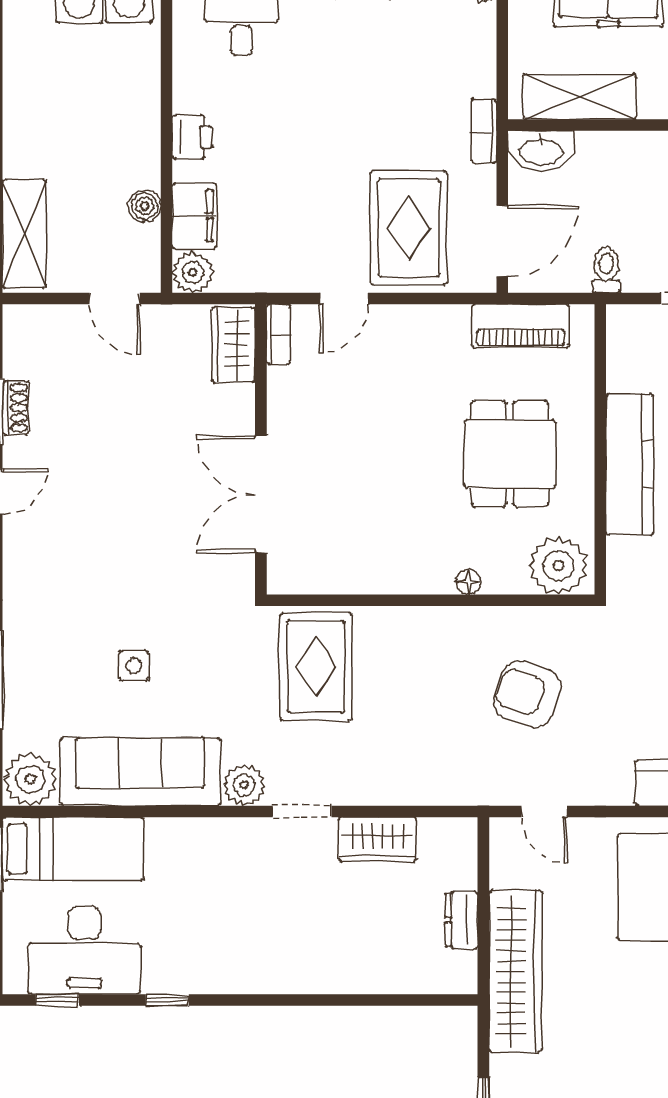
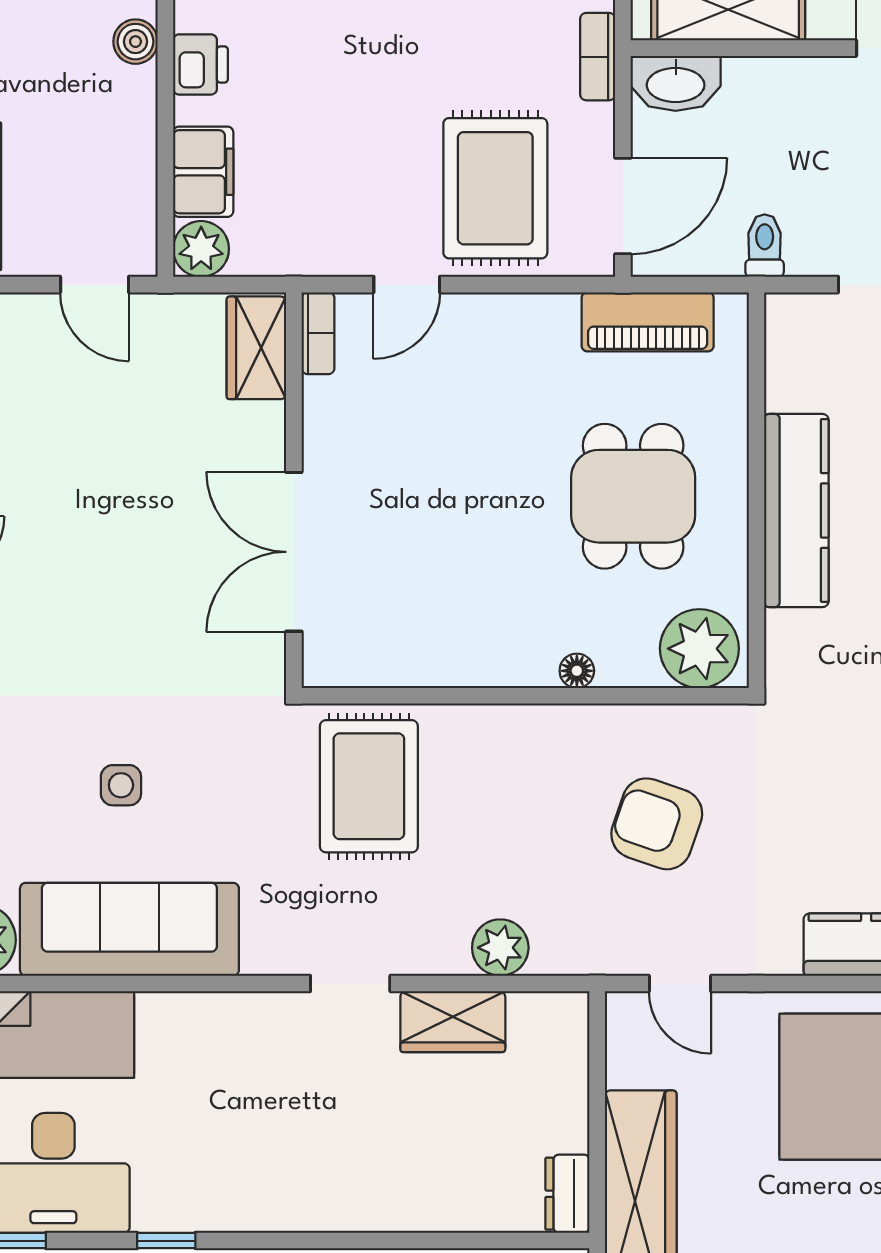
boiler: (145, 206) -> (135, 42), moved
plant: (244, 785) -> (500, 948), moved
dresser: (462, 920) -> (567, 1194), moved

